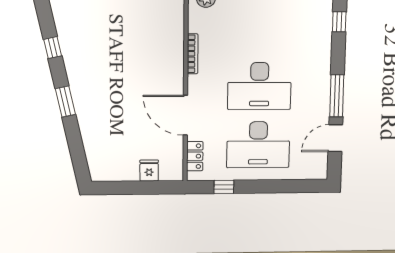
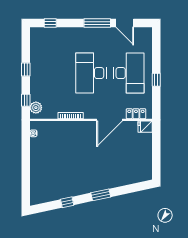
desk: (259, 86) -> (91, 73), turned 180
fridge: (149, 171) -> (145, 127), moved
window: (224, 187) -> (156, 80), moved

